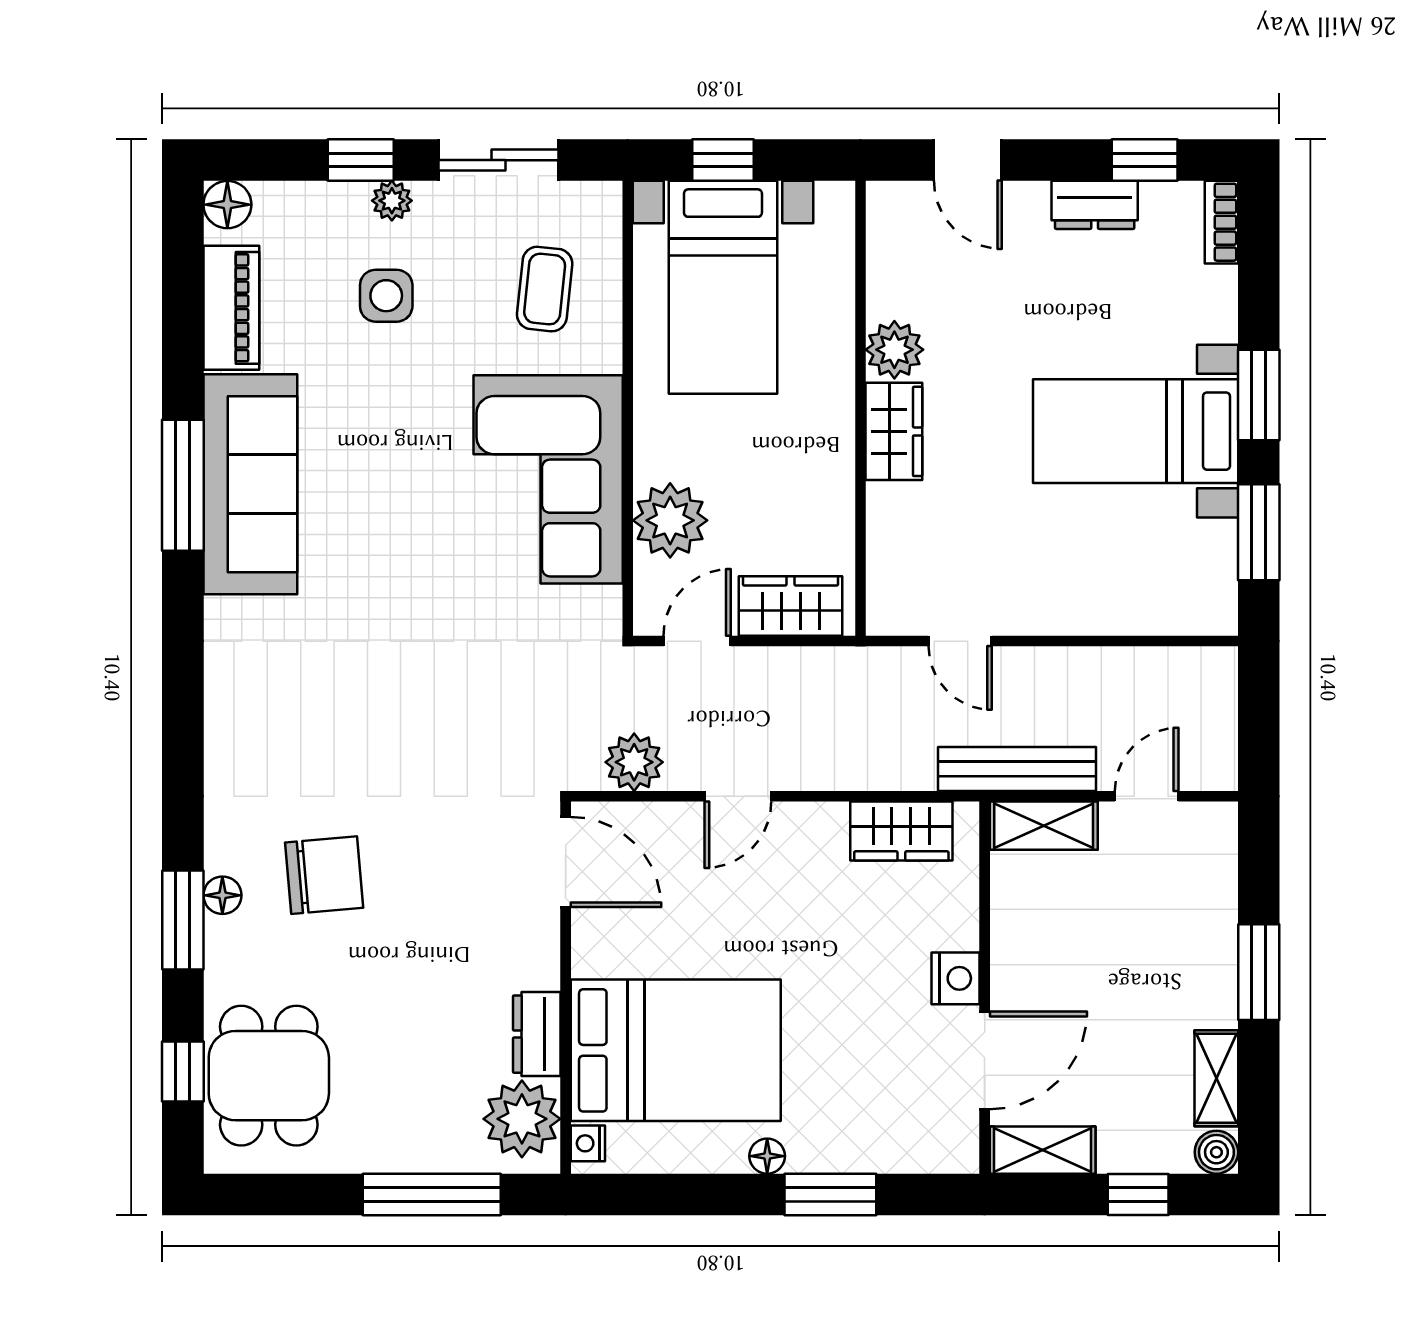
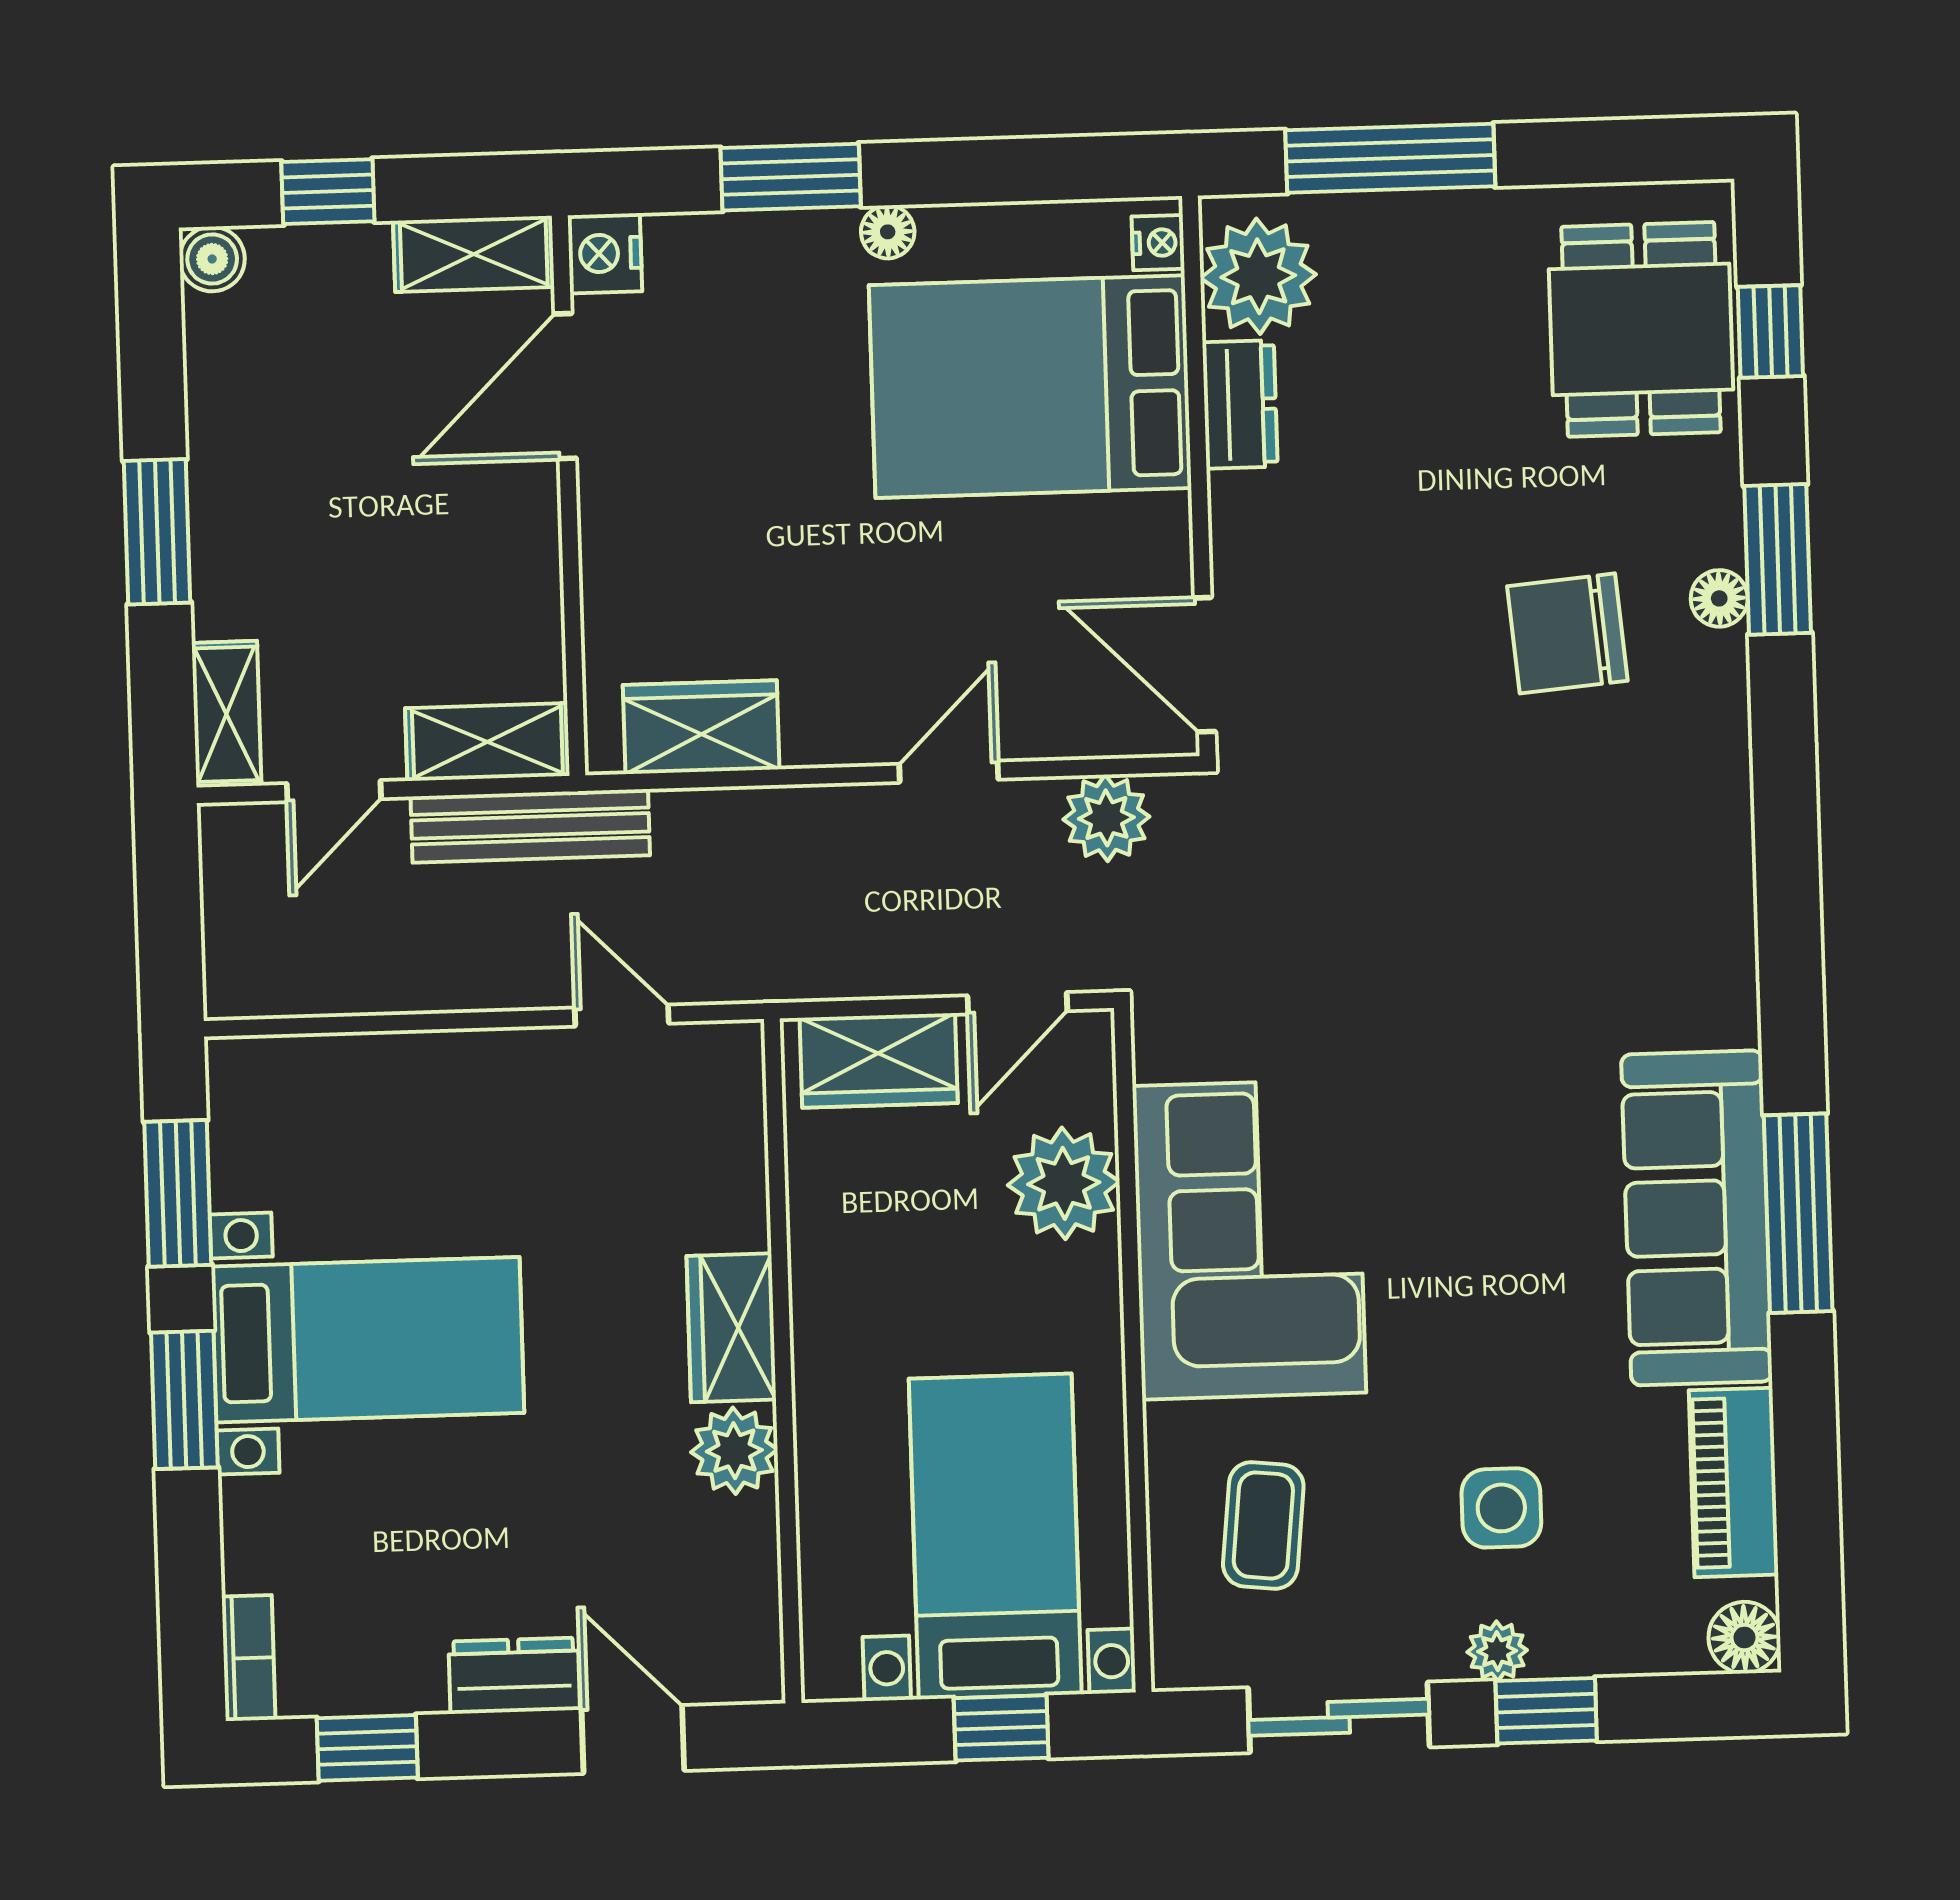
dresser: (1095, 205) -> (514, 1676), moved
nightstand: (955, 978) -> (605, 253), moved
shelving: (1216, 1078) -> (227, 714), moved

